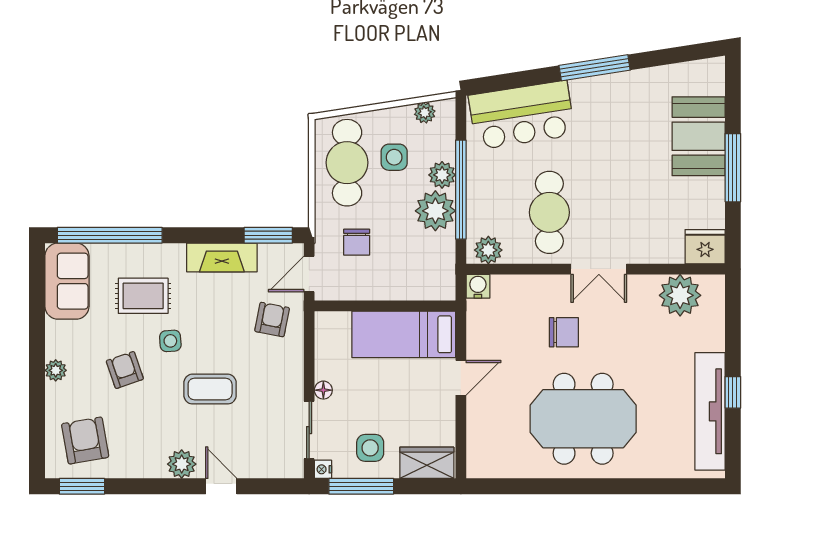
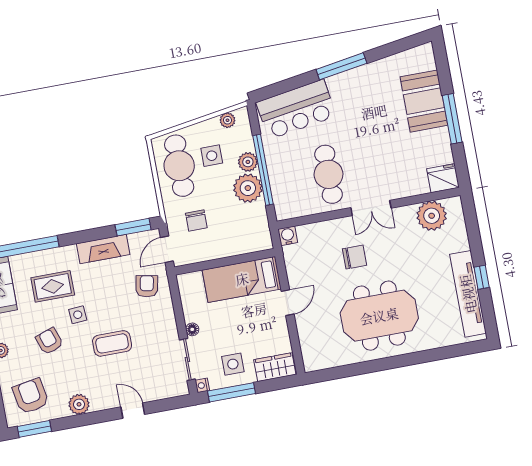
plant: (488, 250) -> (290, 209), removed
plant: (182, 464) -> (79, 404), moved

